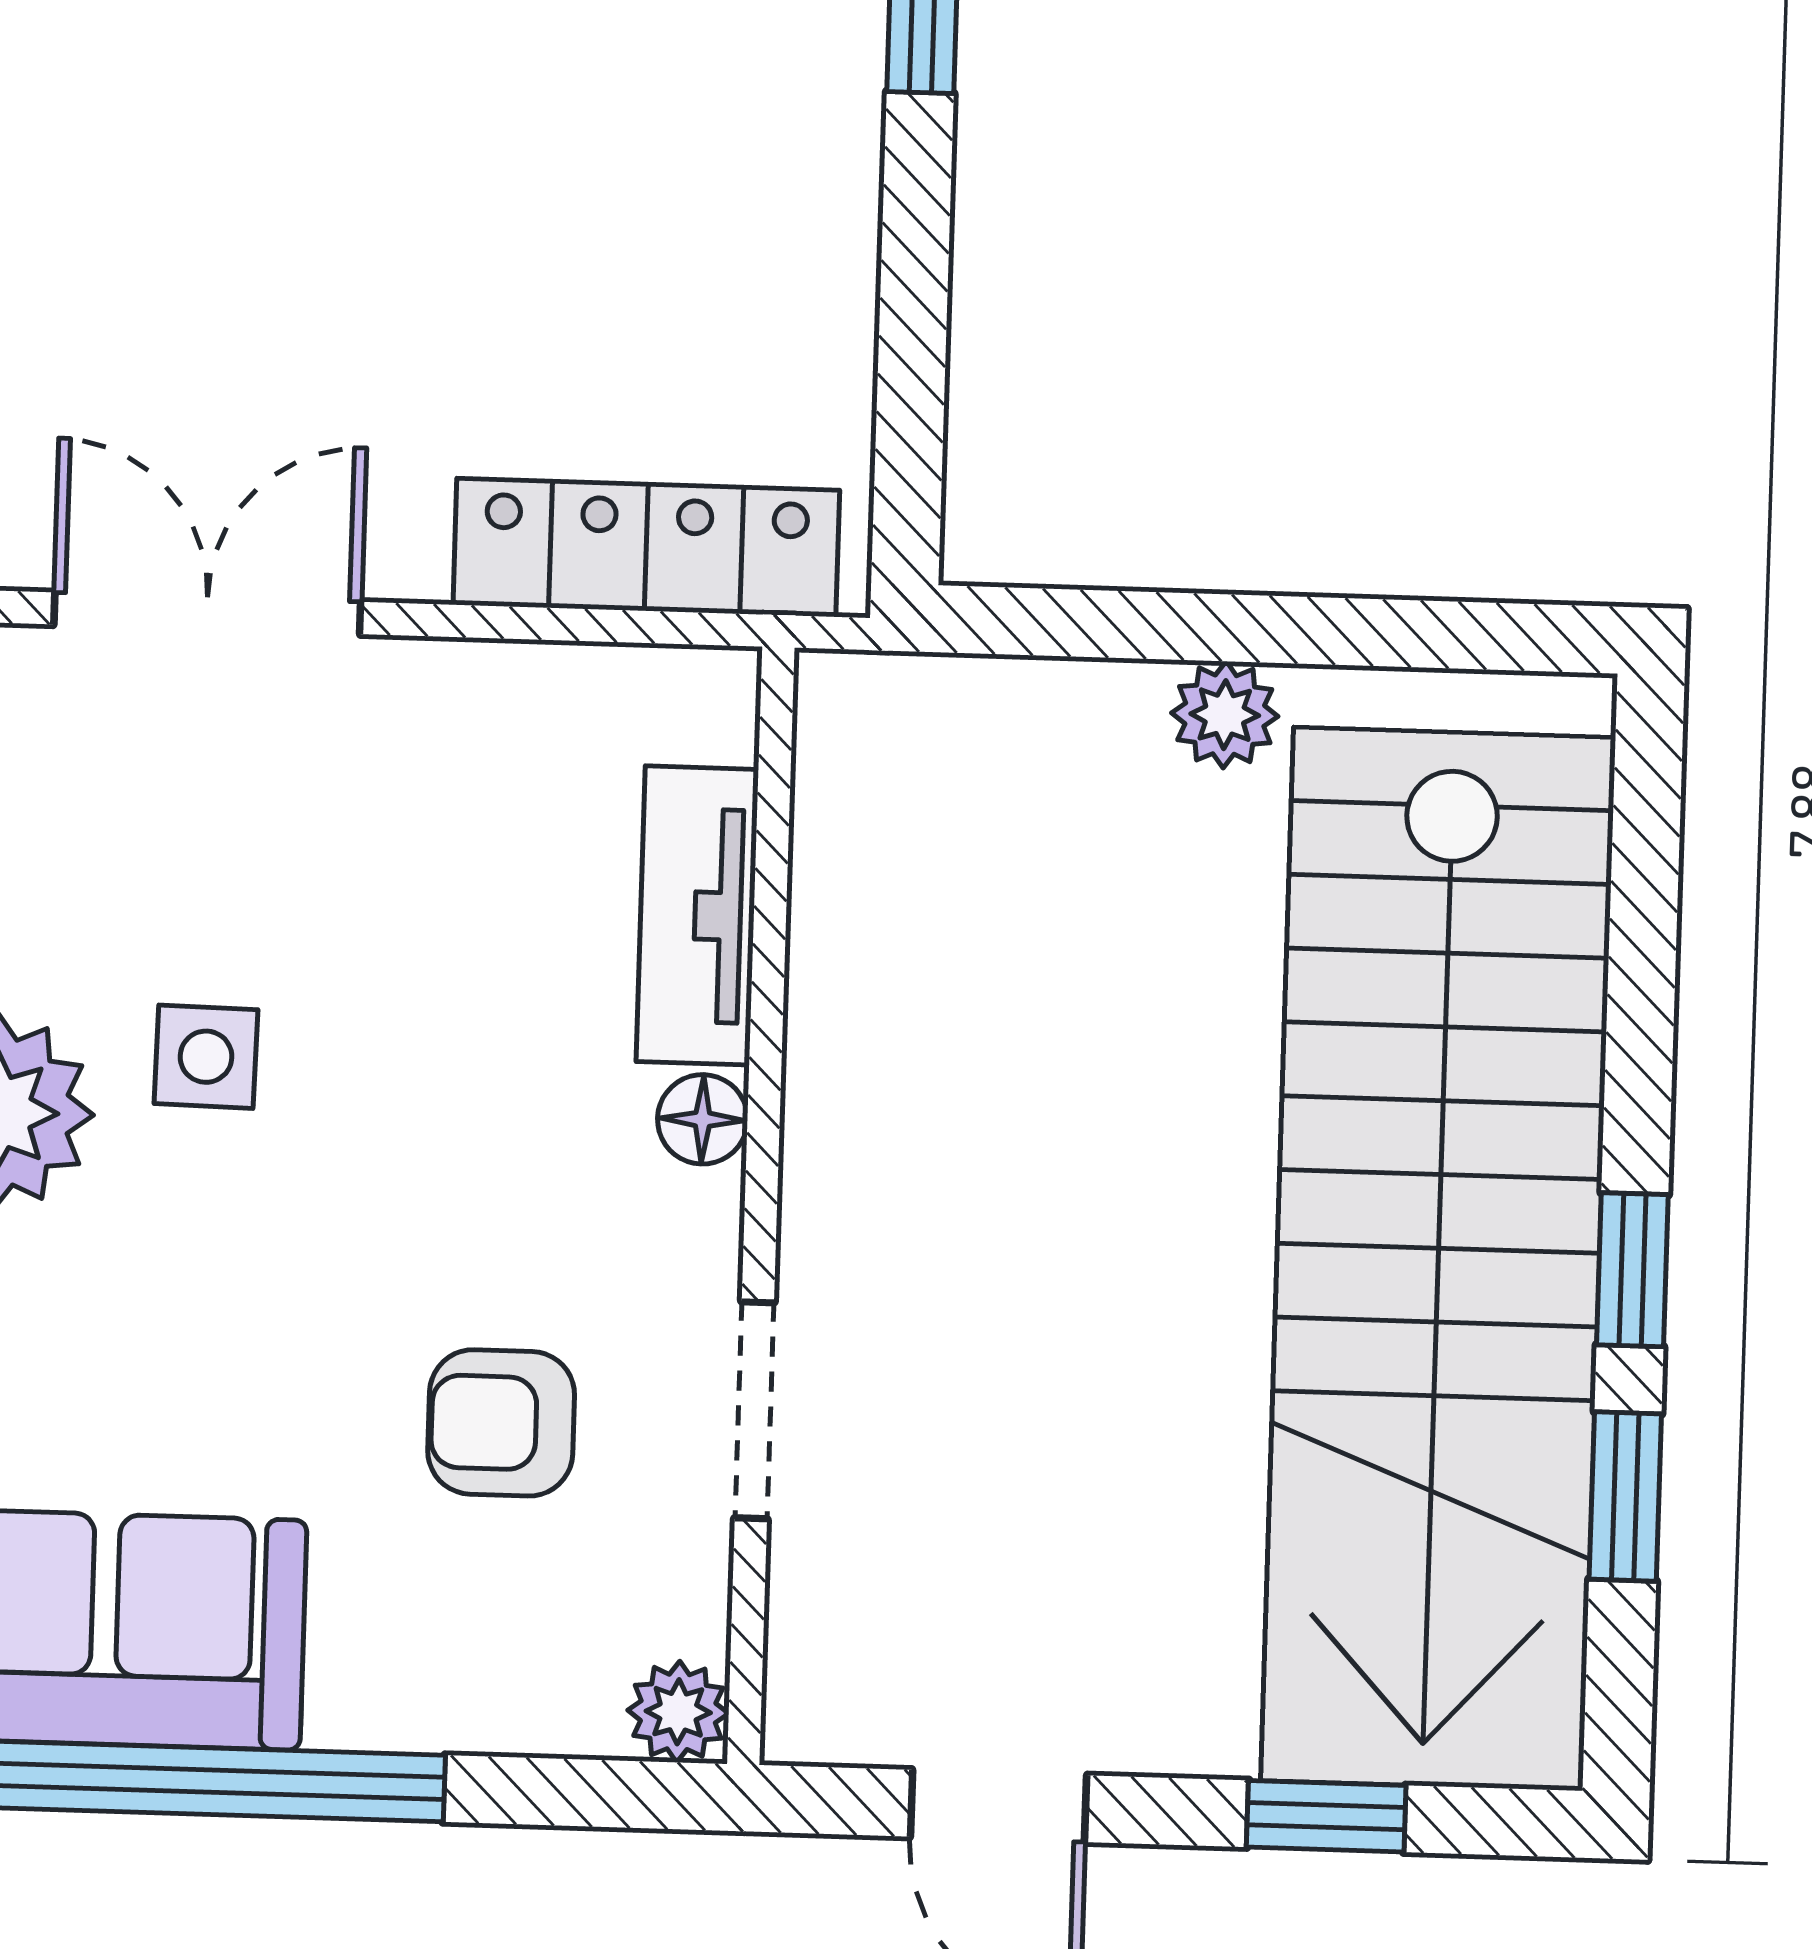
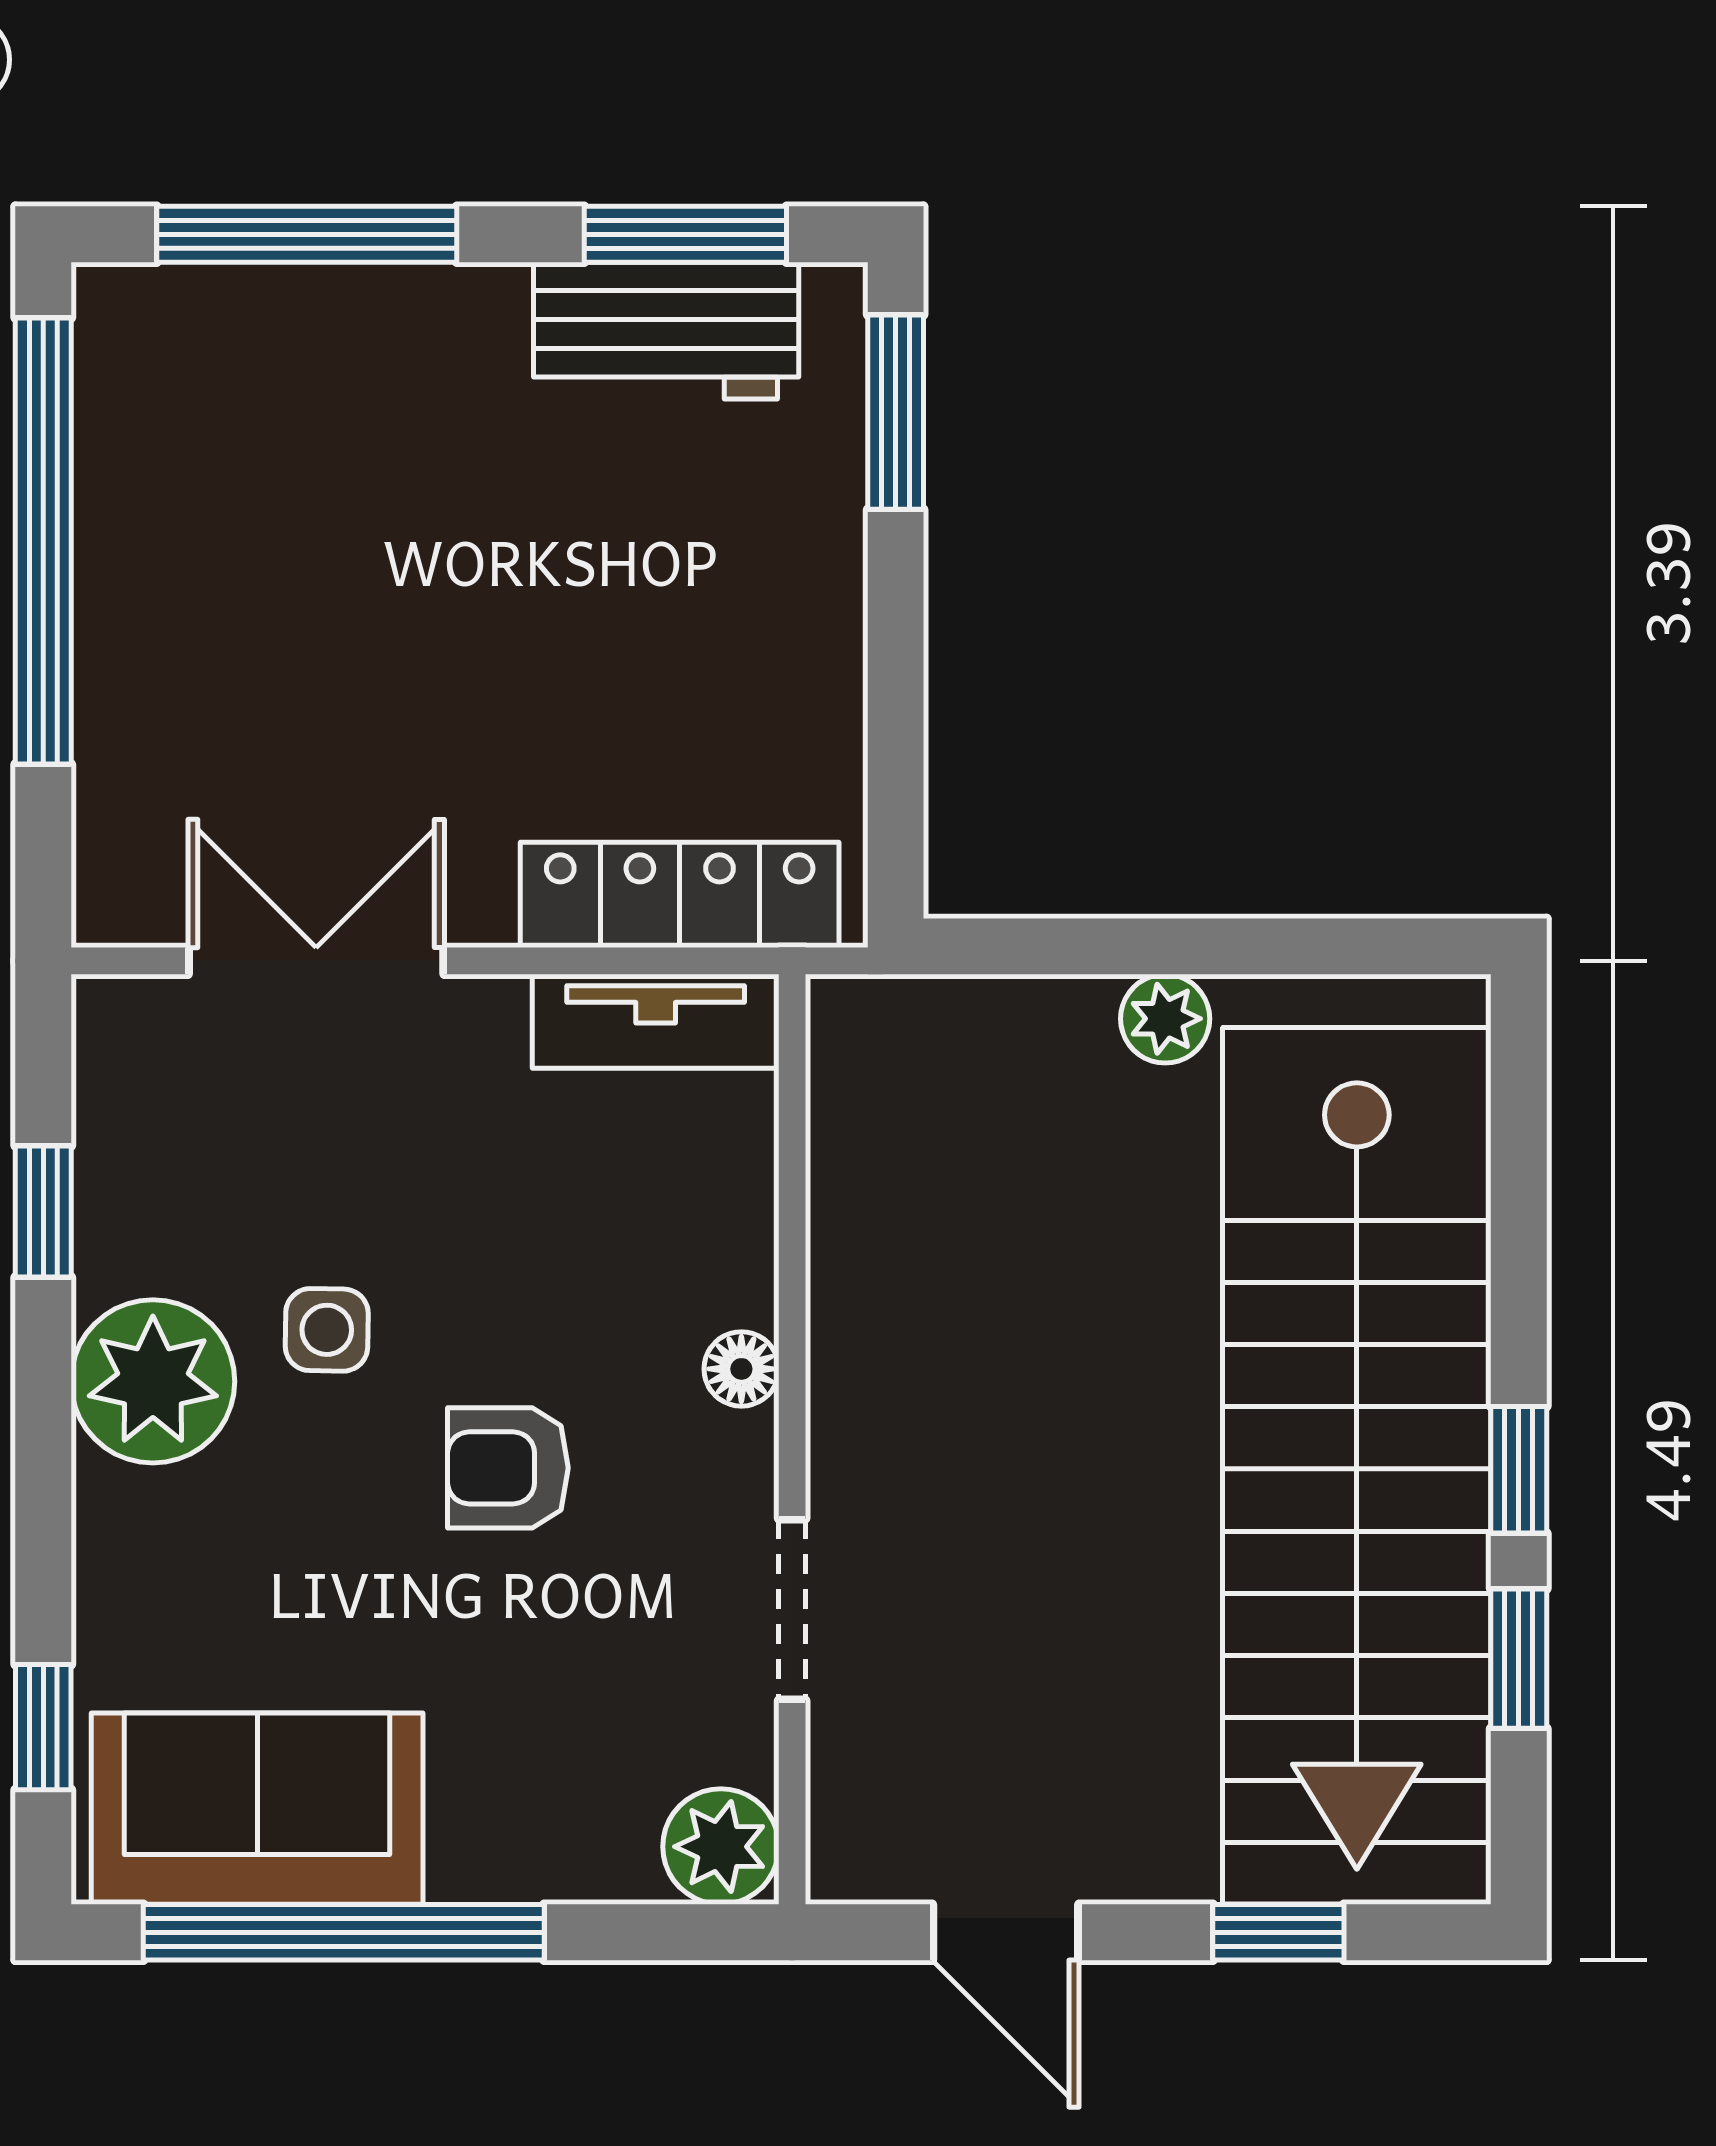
tv unit: (697, 915) -> (656, 1021), moved, turned -90
armchair: (501, 1423) -> (508, 1468), moved
plant: (678, 1712) -> (721, 1847), width x1.38, depth x1.38

